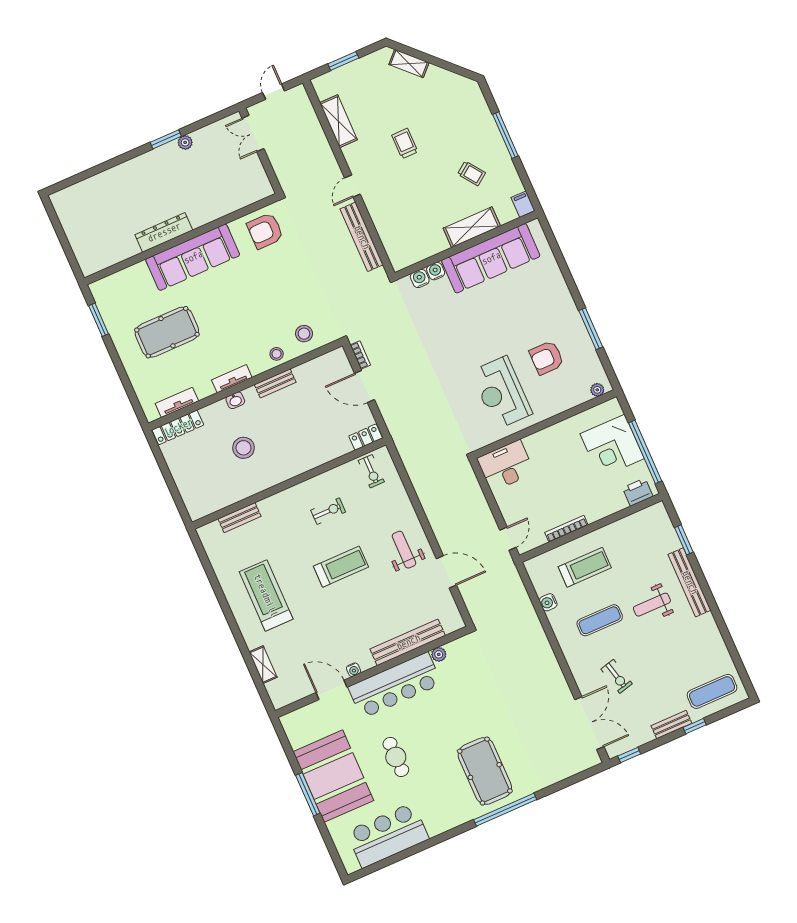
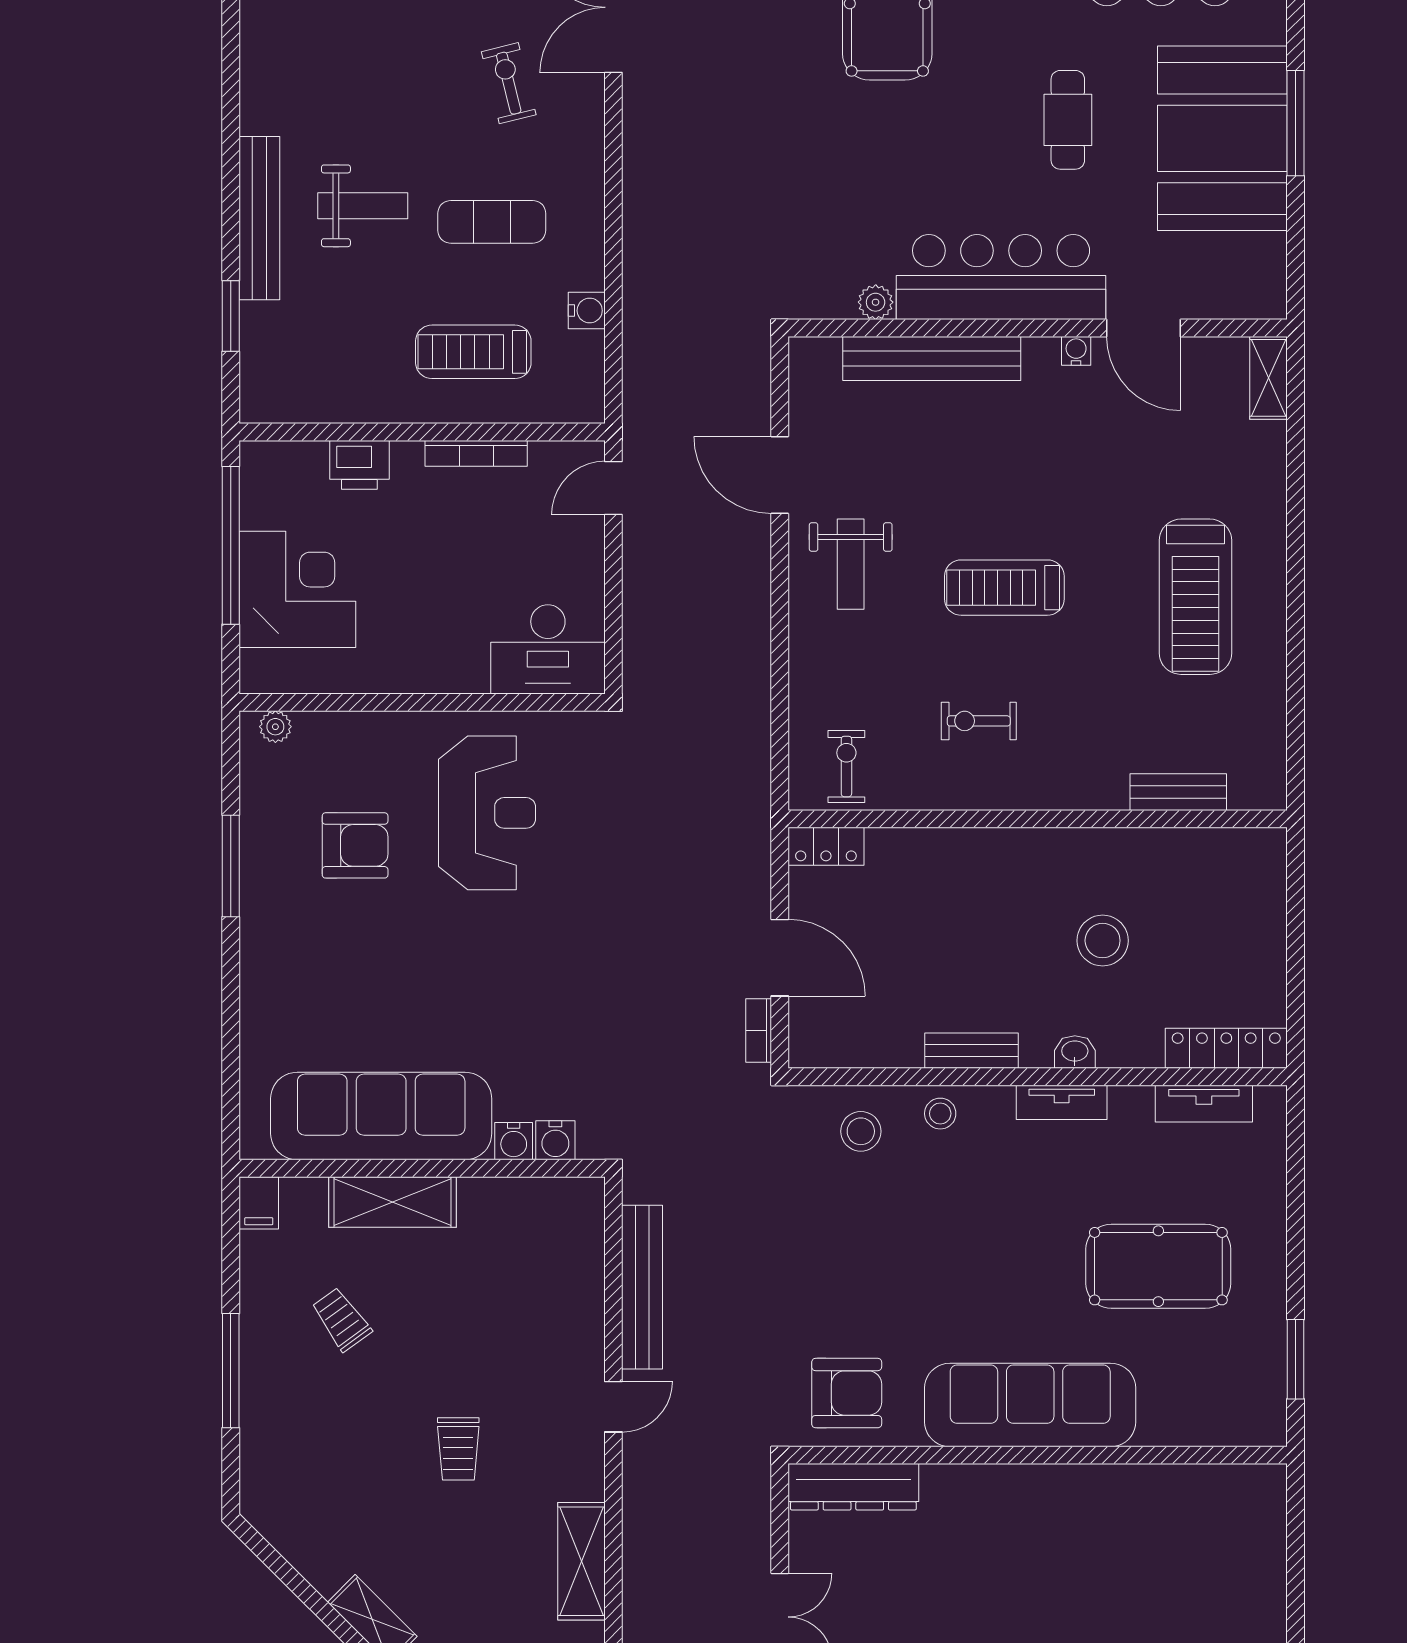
dresser: (164, 232) -> (853, 1487), moved
printer: (638, 492) -> (359, 465), moved
shelving: (263, 665) -> (1268, 378), moved

